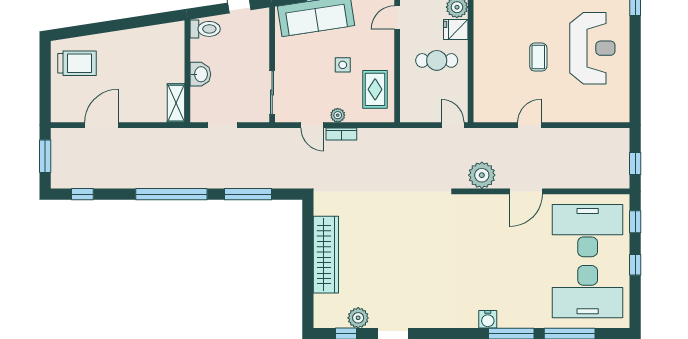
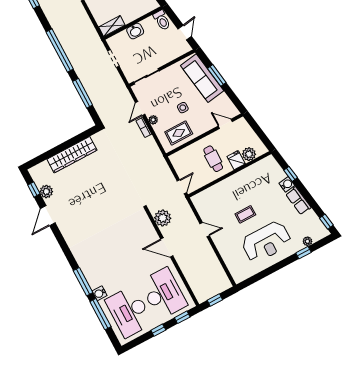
water cooler: (488, 319) -> (100, 293), moved

